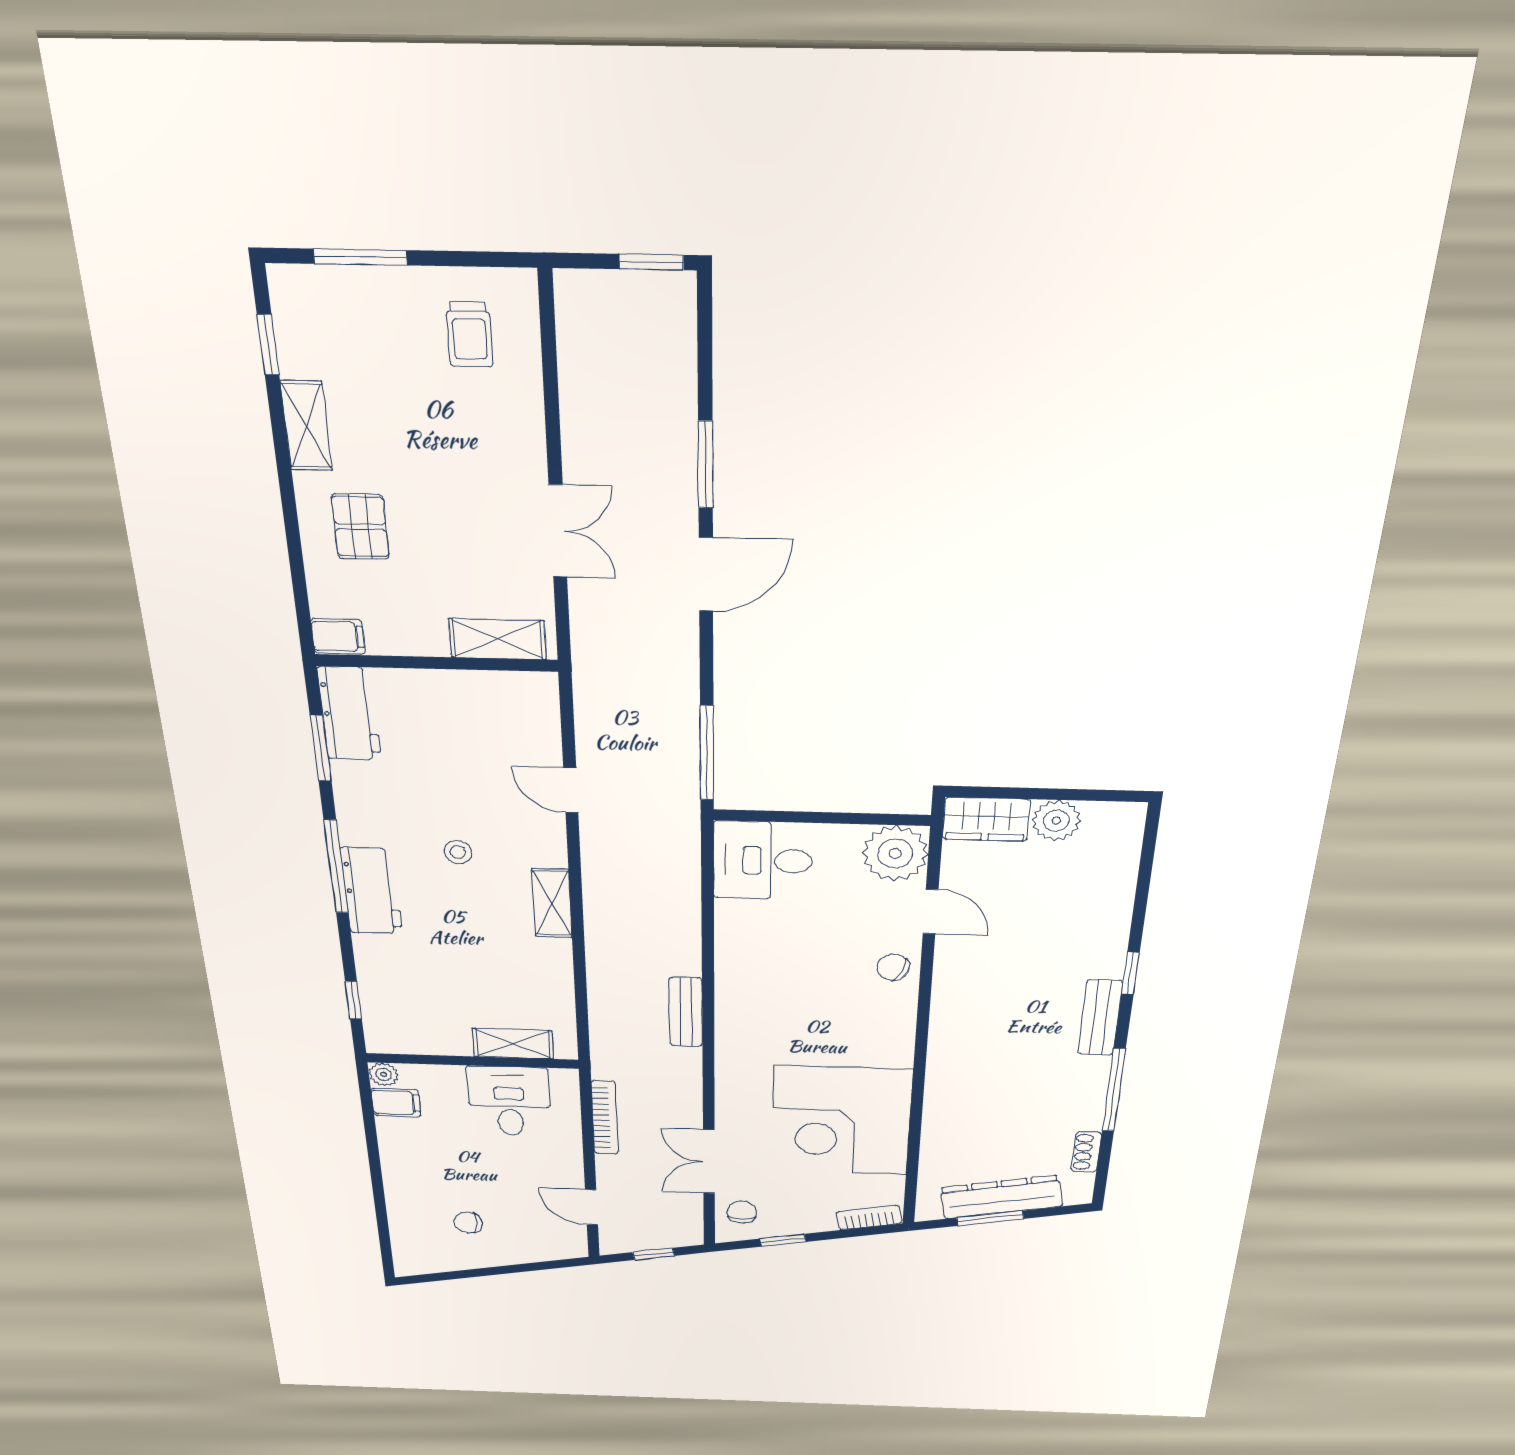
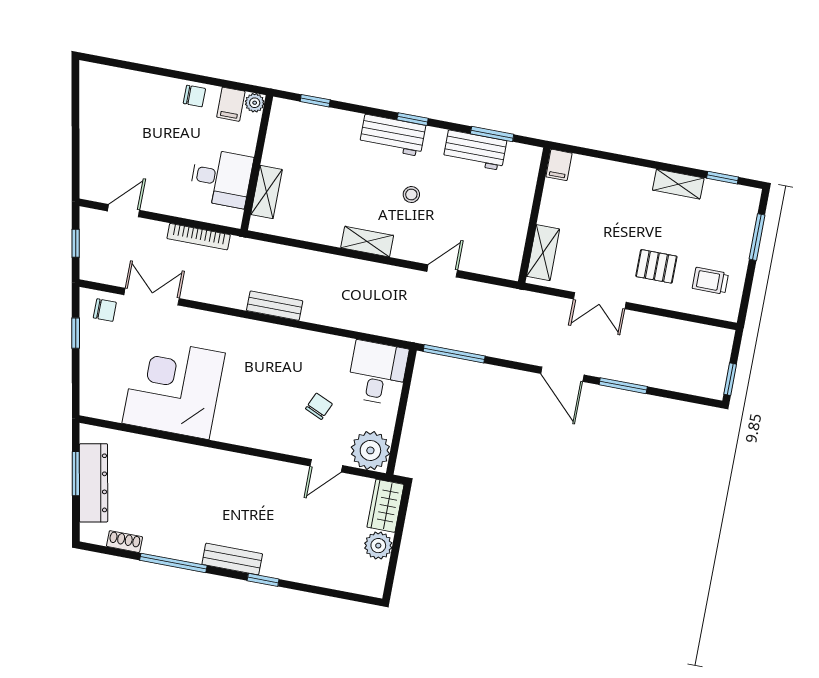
pallet: (360, 527) -> (656, 266), moved
workbench: (349, 714) -> (475, 150), moved
window: (336, 867) -> (413, 119), width x0.46
chair: (893, 967) -> (319, 406), moved
bookcase: (869, 1218) -> (88, 394), removed
chair: (468, 1223) -> (194, 96), moved, turned 90

